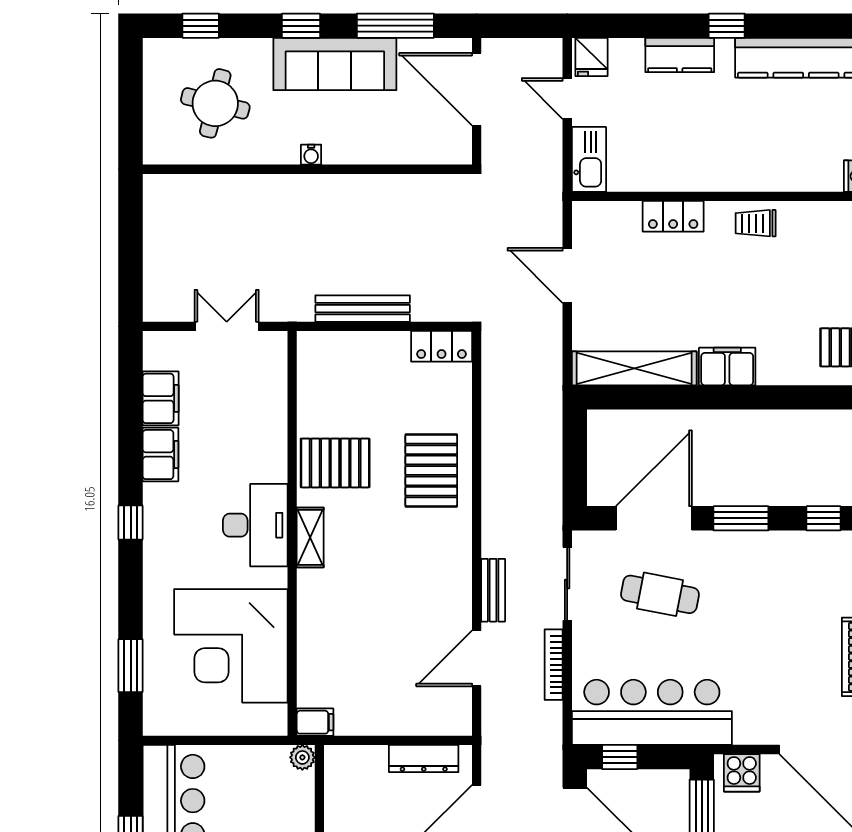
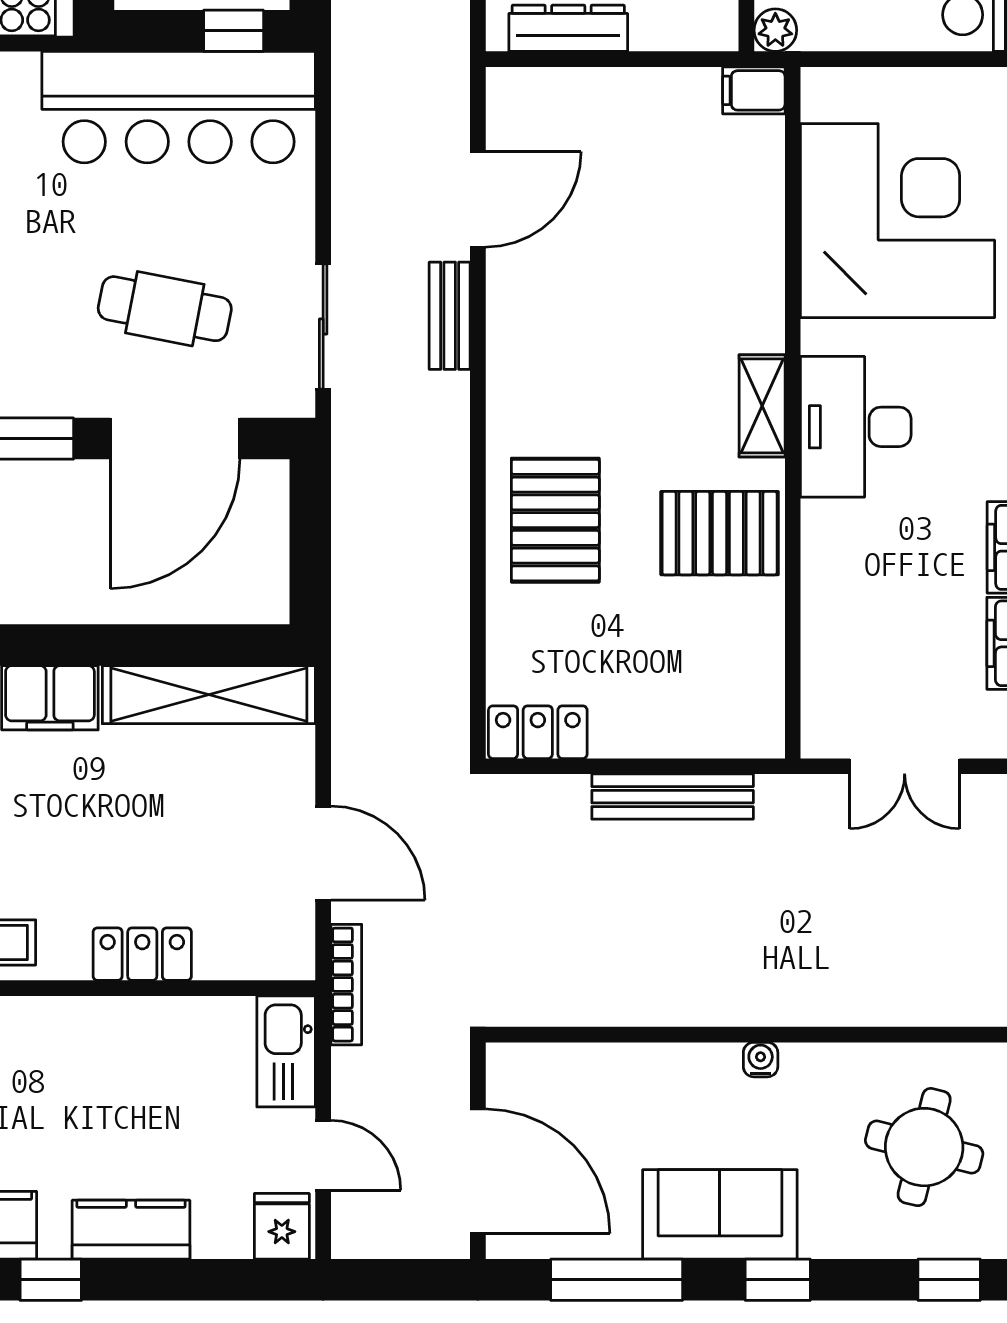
sofa: (335, 64) -> (720, 1214), width x0.73
bookcase: (554, 665) -> (346, 985), moved

